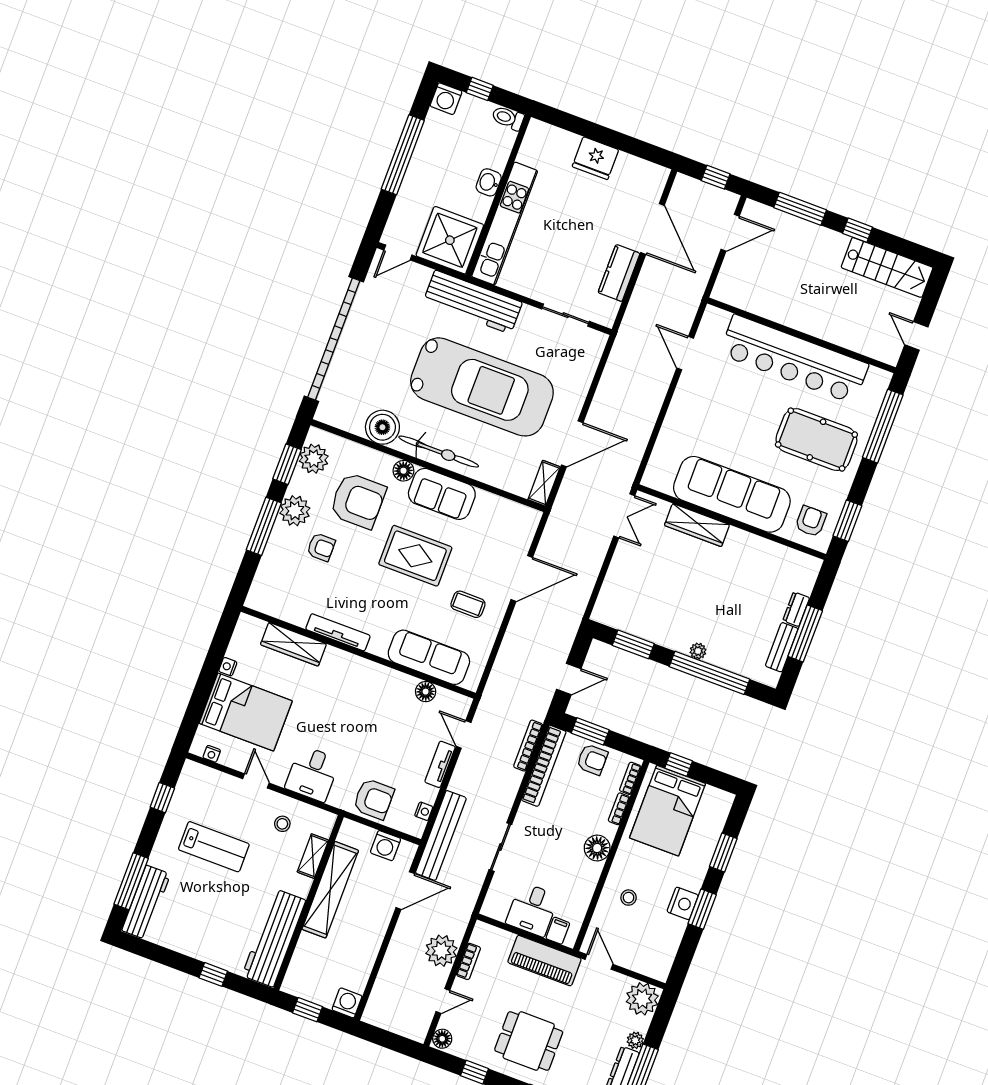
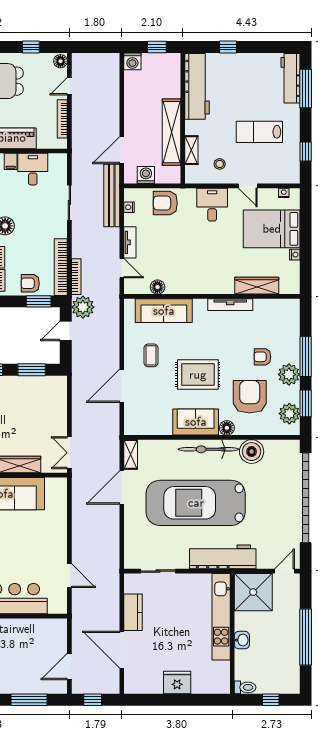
washing machine: (446, 99) -> (291, 685), removed
armchair: (358, 501) -> (250, 397), turned 90
coffee table: (468, 604) -> (151, 355), turned 90
plant: (441, 951) -> (83, 307), moved
bookcase: (468, 961) -> (62, 119), width x1.56

